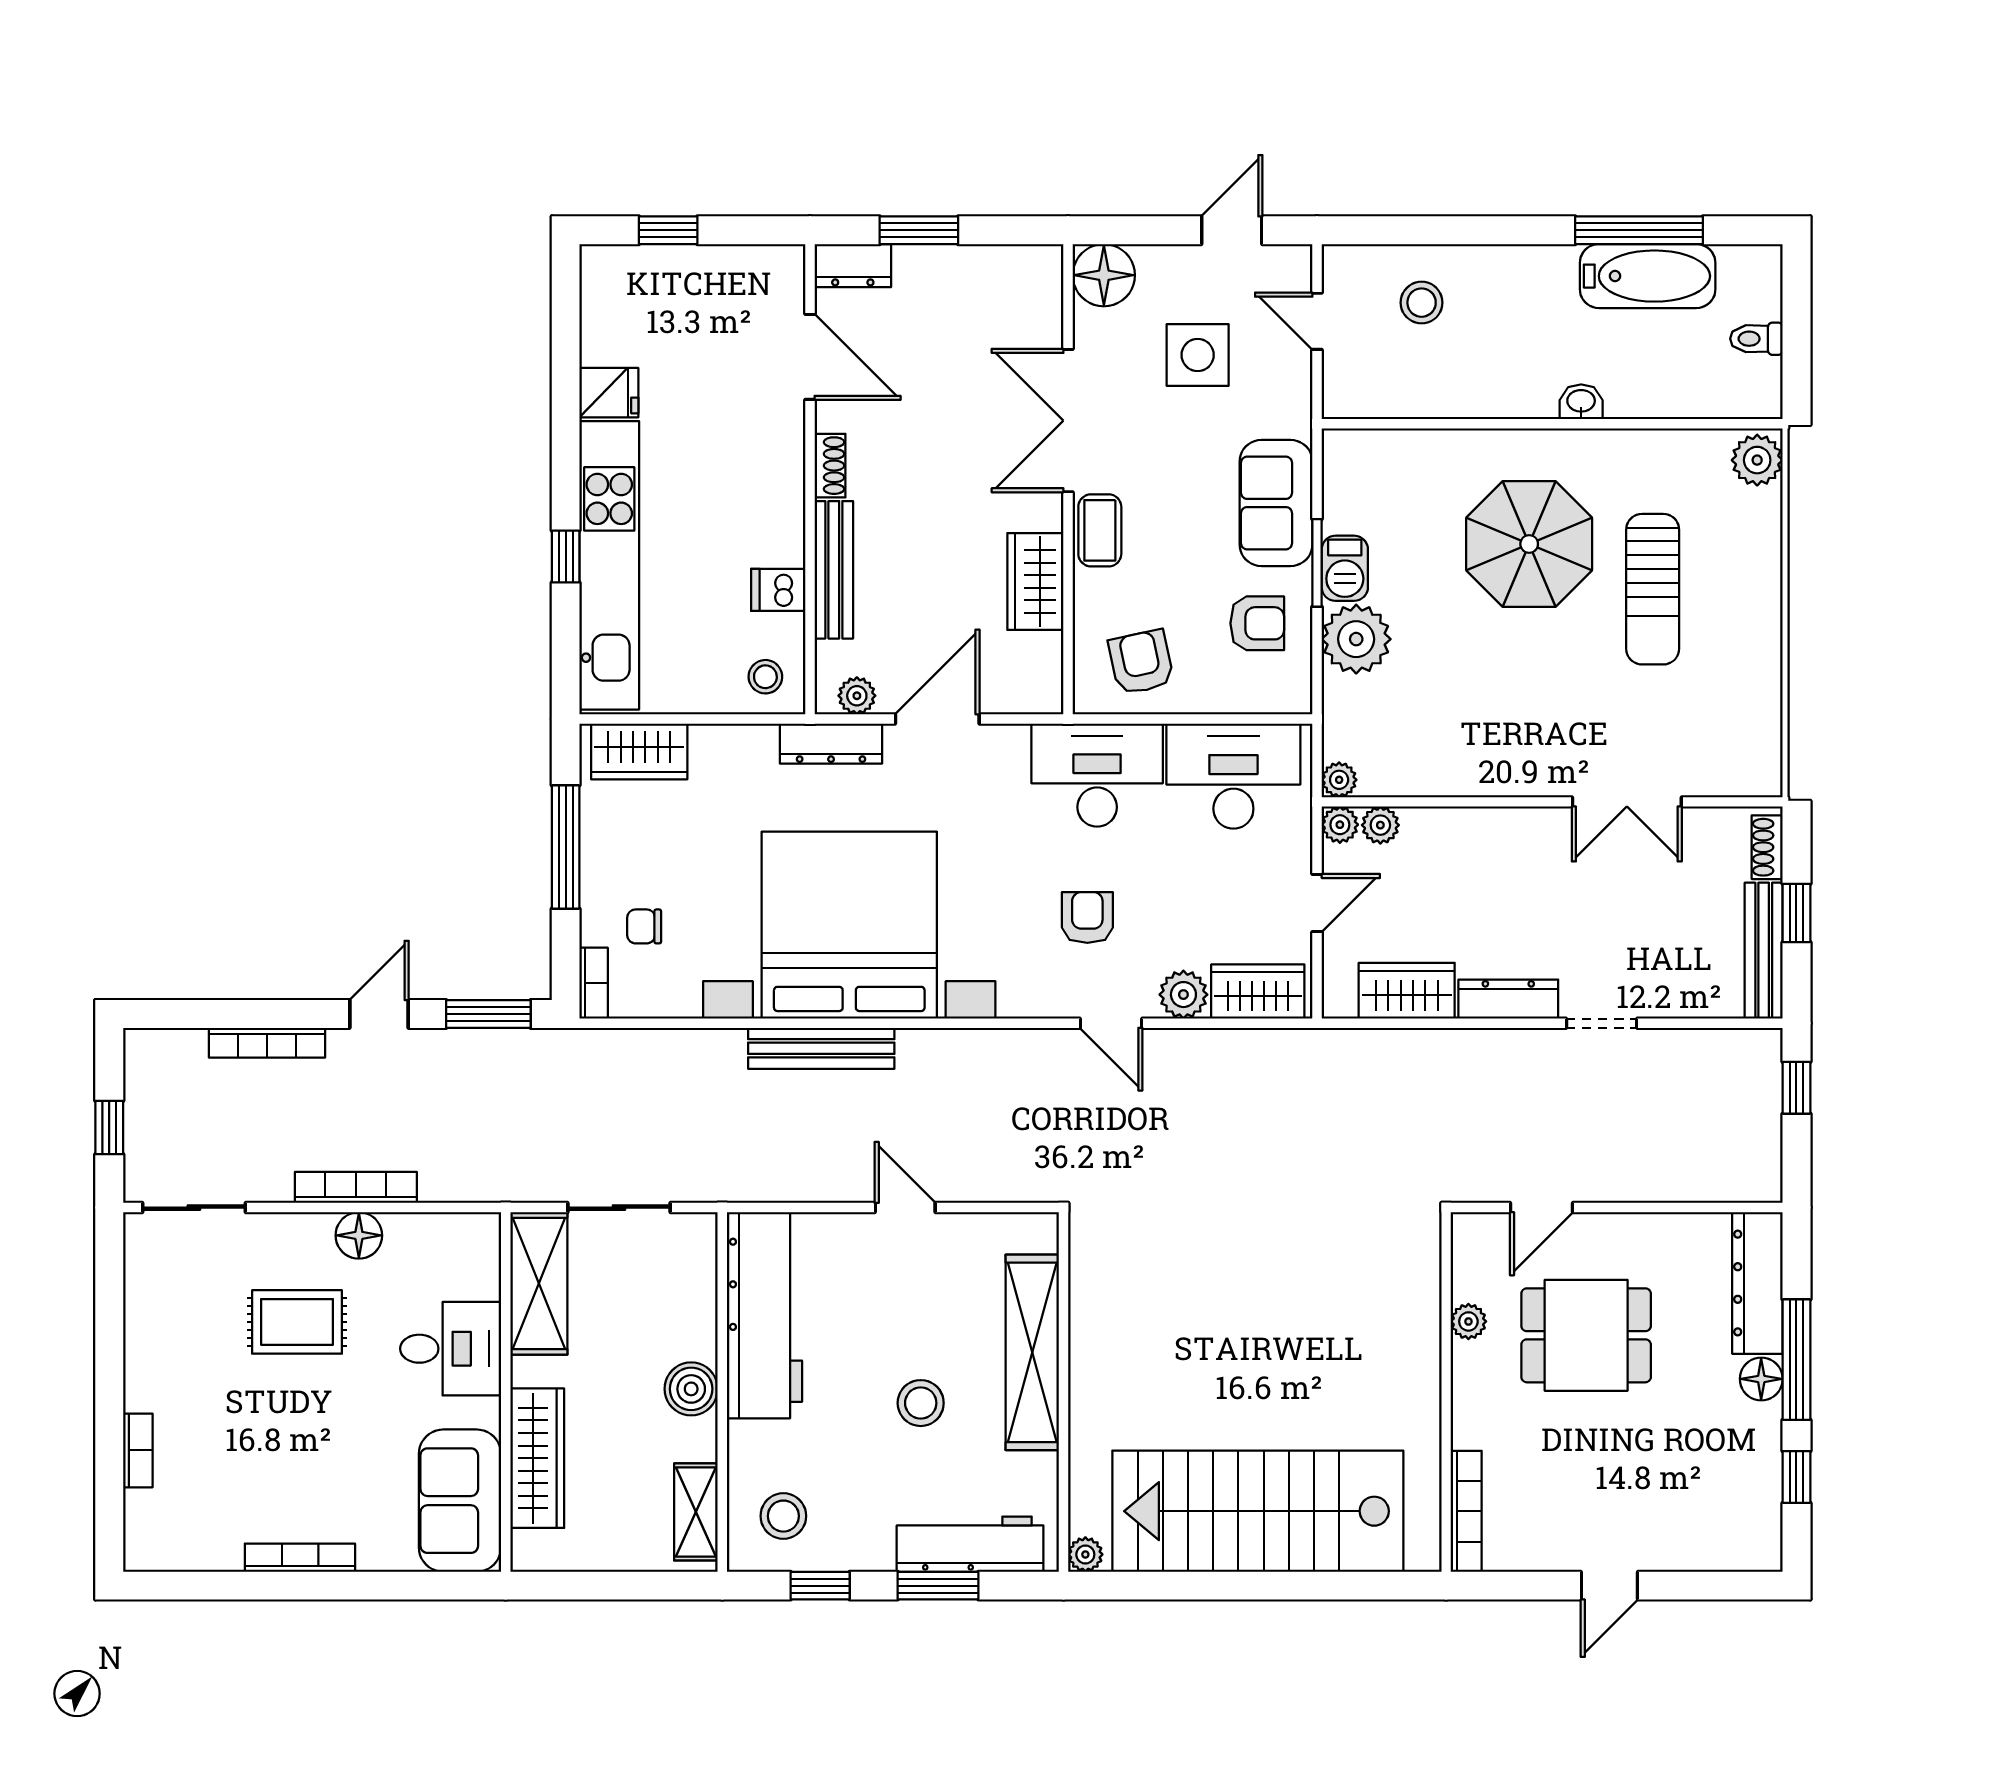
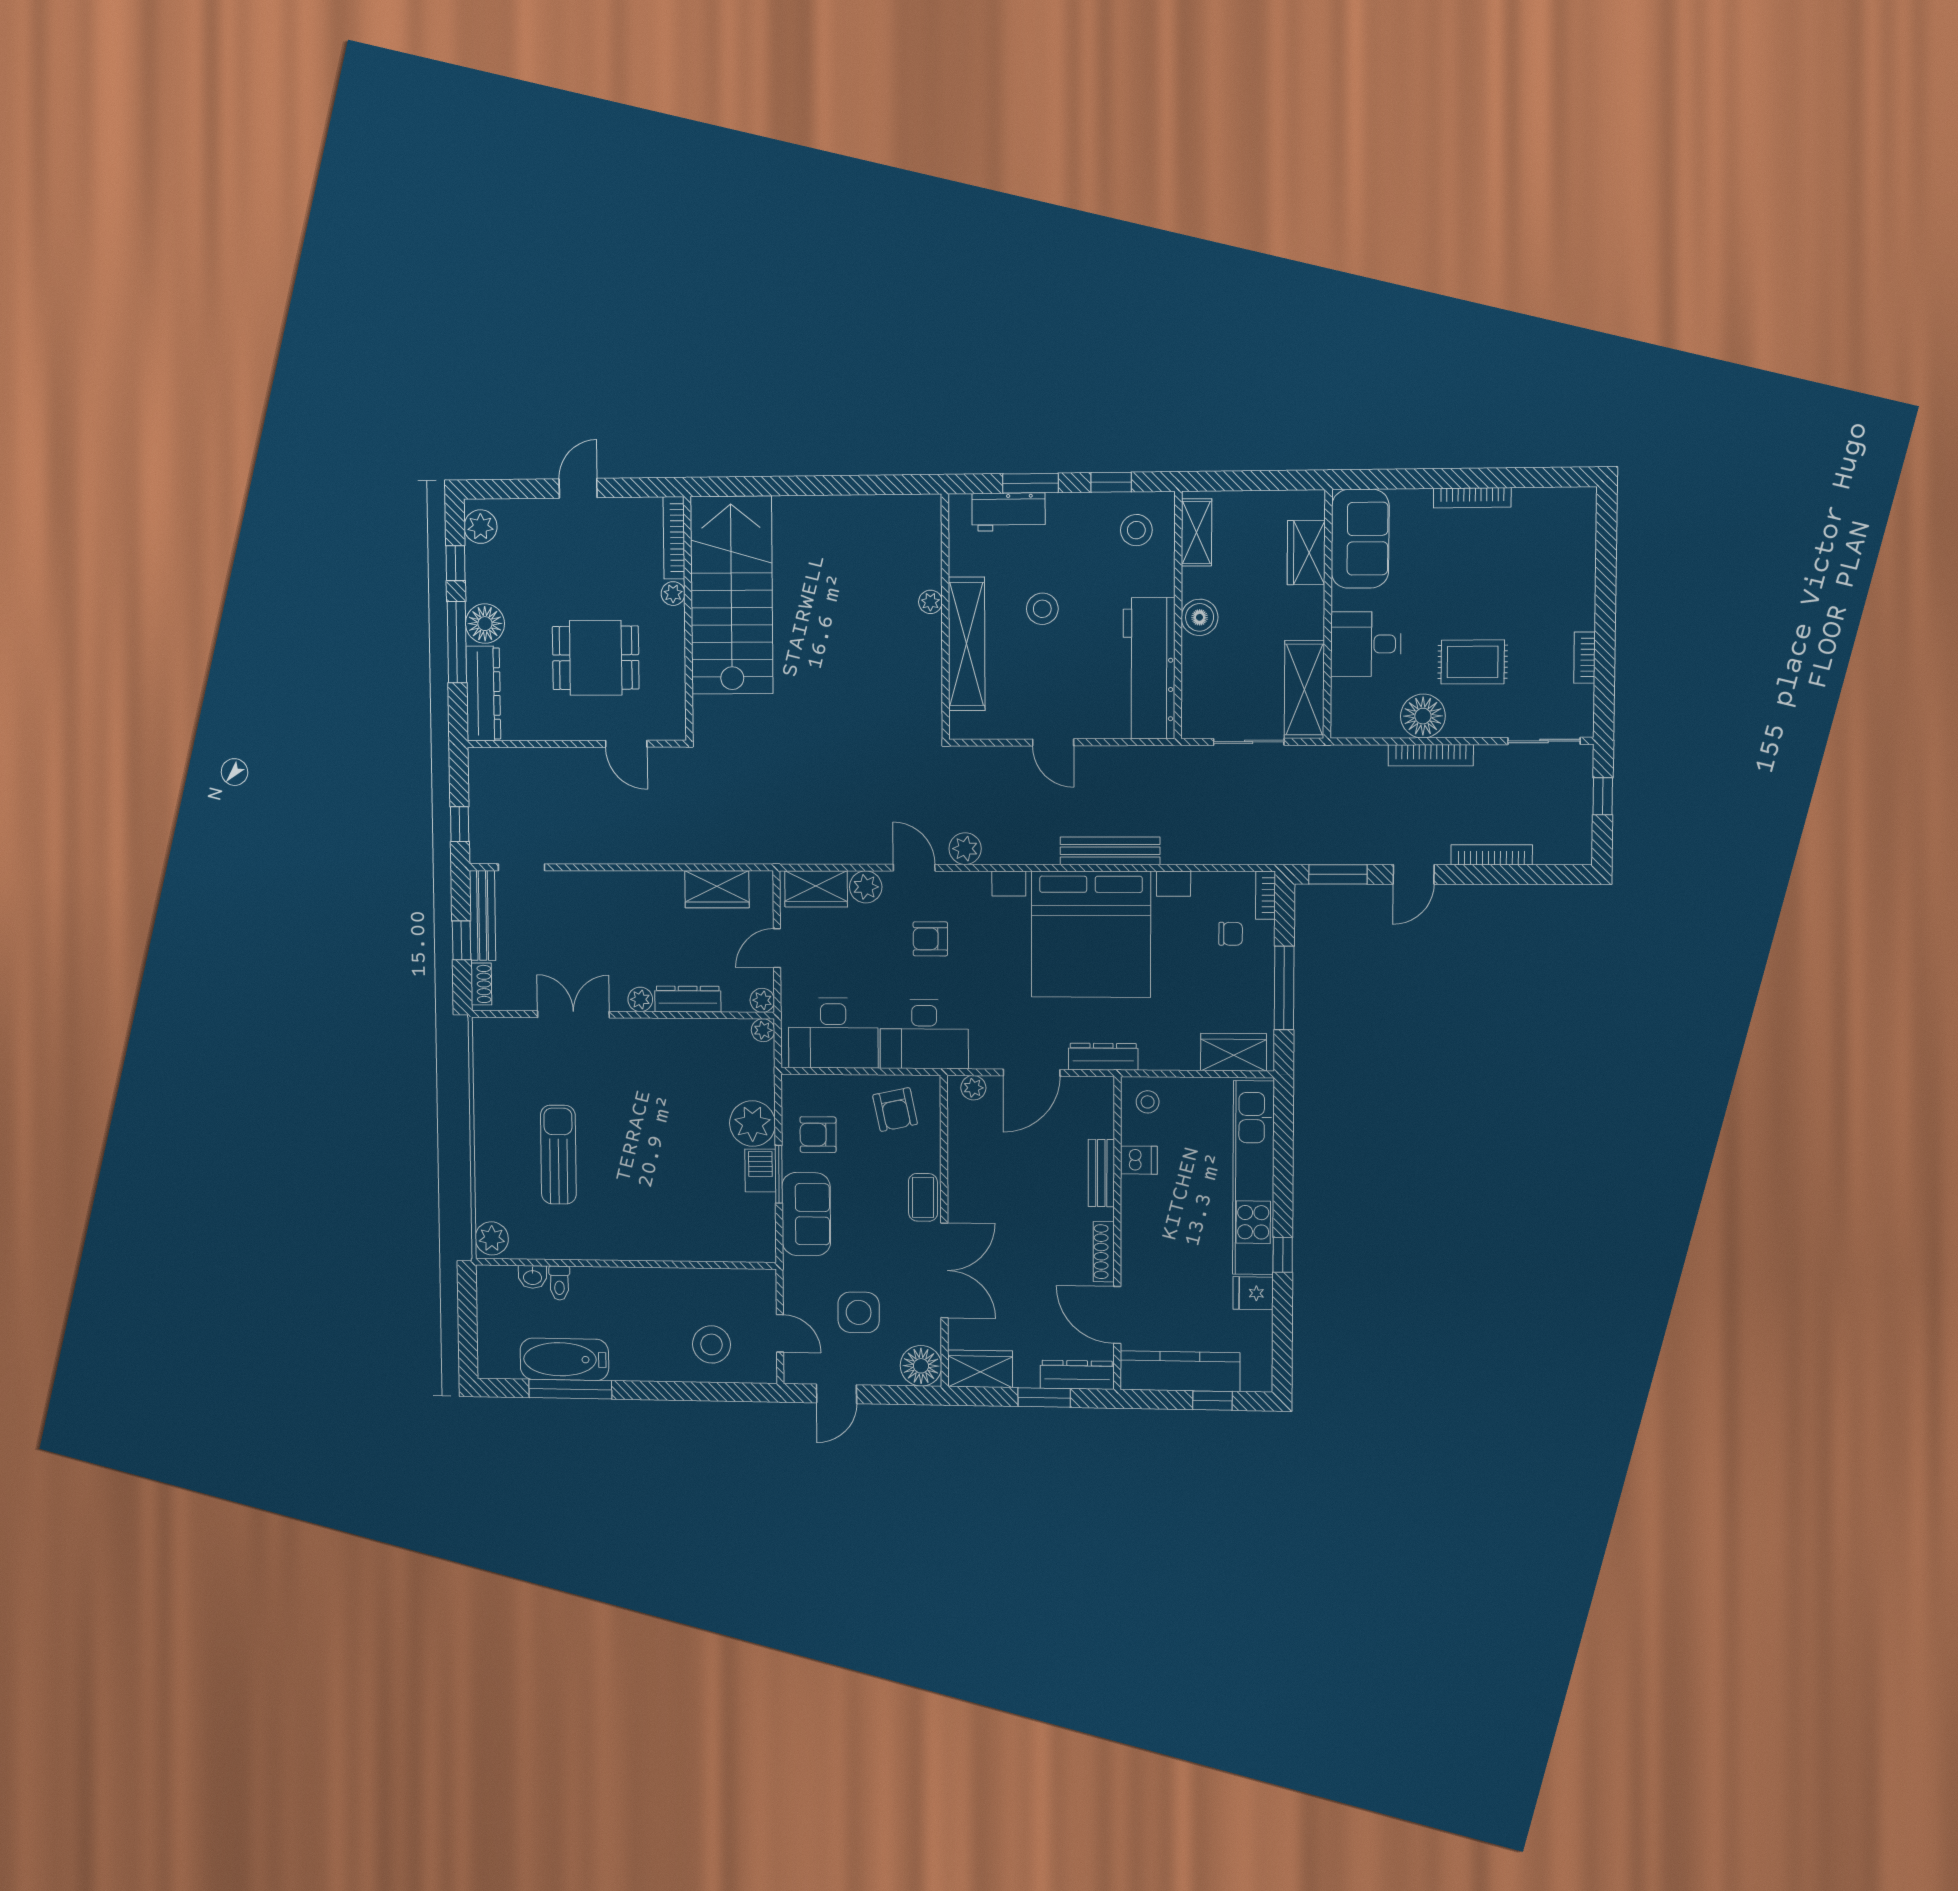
dresser: (853, 266) -> (1077, 1375), width x1.44
kitchen counter: (717, 274) -> (1180, 1371), added
stool: (1422, 303) -> (711, 1344), width x1.38, depth x1.38
toilet: (1756, 339) -> (559, 1283), moved, turned 90
washbasin: (1581, 402) -> (533, 1277), moved
shoe rack: (830, 466) -> (1104, 1252), width x1.43
parasol: (1529, 544) -> (639, 1185), removed
window: (566, 557) -> (1283, 1255), moved
bench: (834, 570) -> (1101, 1173), width x0.73
wardrobe: (1035, 581) -> (980, 1369), moved, turned -90
plant: (857, 696) -> (973, 1088), moved
plant: (1380, 825) -> (640, 999), moved
armchair: (1087, 918) -> (930, 939), turned 90
dresser: (1508, 999) -> (688, 999), moved, turned 180
doorway: (1602, 1023) -> (521, 867), moved
plant: (1035, 1051) -> (965, 849), added
door: (1541, 1208) -> (626, 744), swing flipped
floor lamp: (359, 1235) -> (1423, 716), width x1.38, depth x1.38
plant: (1468, 1321) -> (673, 594), moved
floor lamp: (1761, 1379) -> (485, 624), width x1.38, depth x1.38
bookcase: (138, 1450) -> (1584, 658), moved
wardrobe: (537, 1458) -> (1306, 553), width x0.67
stairs: (1258, 1511) -> (732, 595), moved, turned -90
plant: (1758, 1531) -> (481, 527), added
workbench: (970, 1544) -> (1009, 512), width x0.73
plant: (1085, 1554) -> (930, 602), moved

